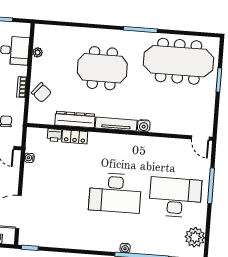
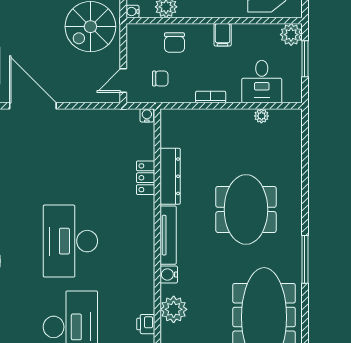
chair: (41, 93) -> (205, 126), removed
plant: (168, 124) -> (174, 309), added
printer: (54, 135) -> (146, 324), moved
water cooler: (29, 158) -> (147, 115), moved

